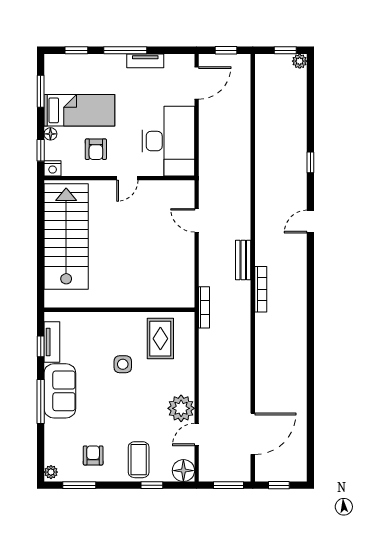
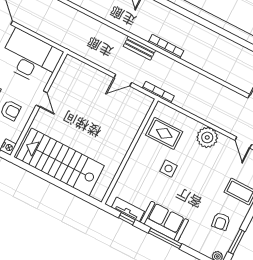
door: (197, 220) -> (123, 80), moved
plant: (181, 408) -> (207, 137), moved
armchair: (93, 455) -> (221, 221), turned -98

